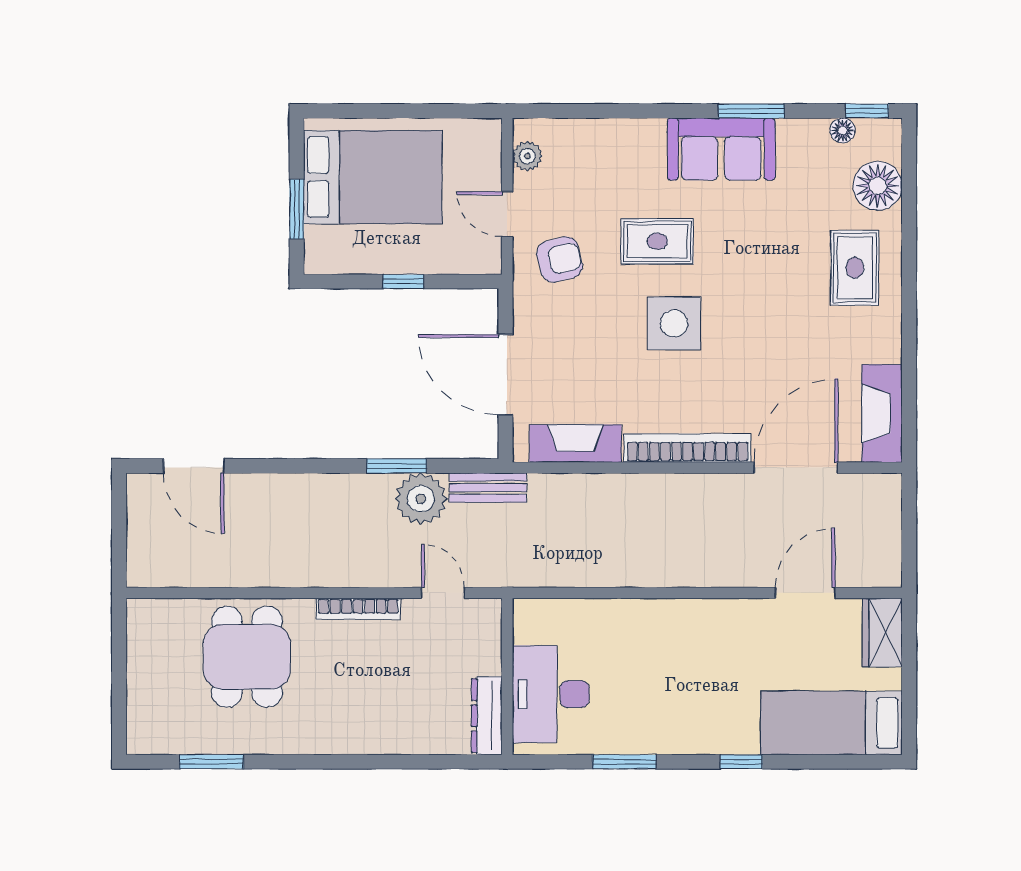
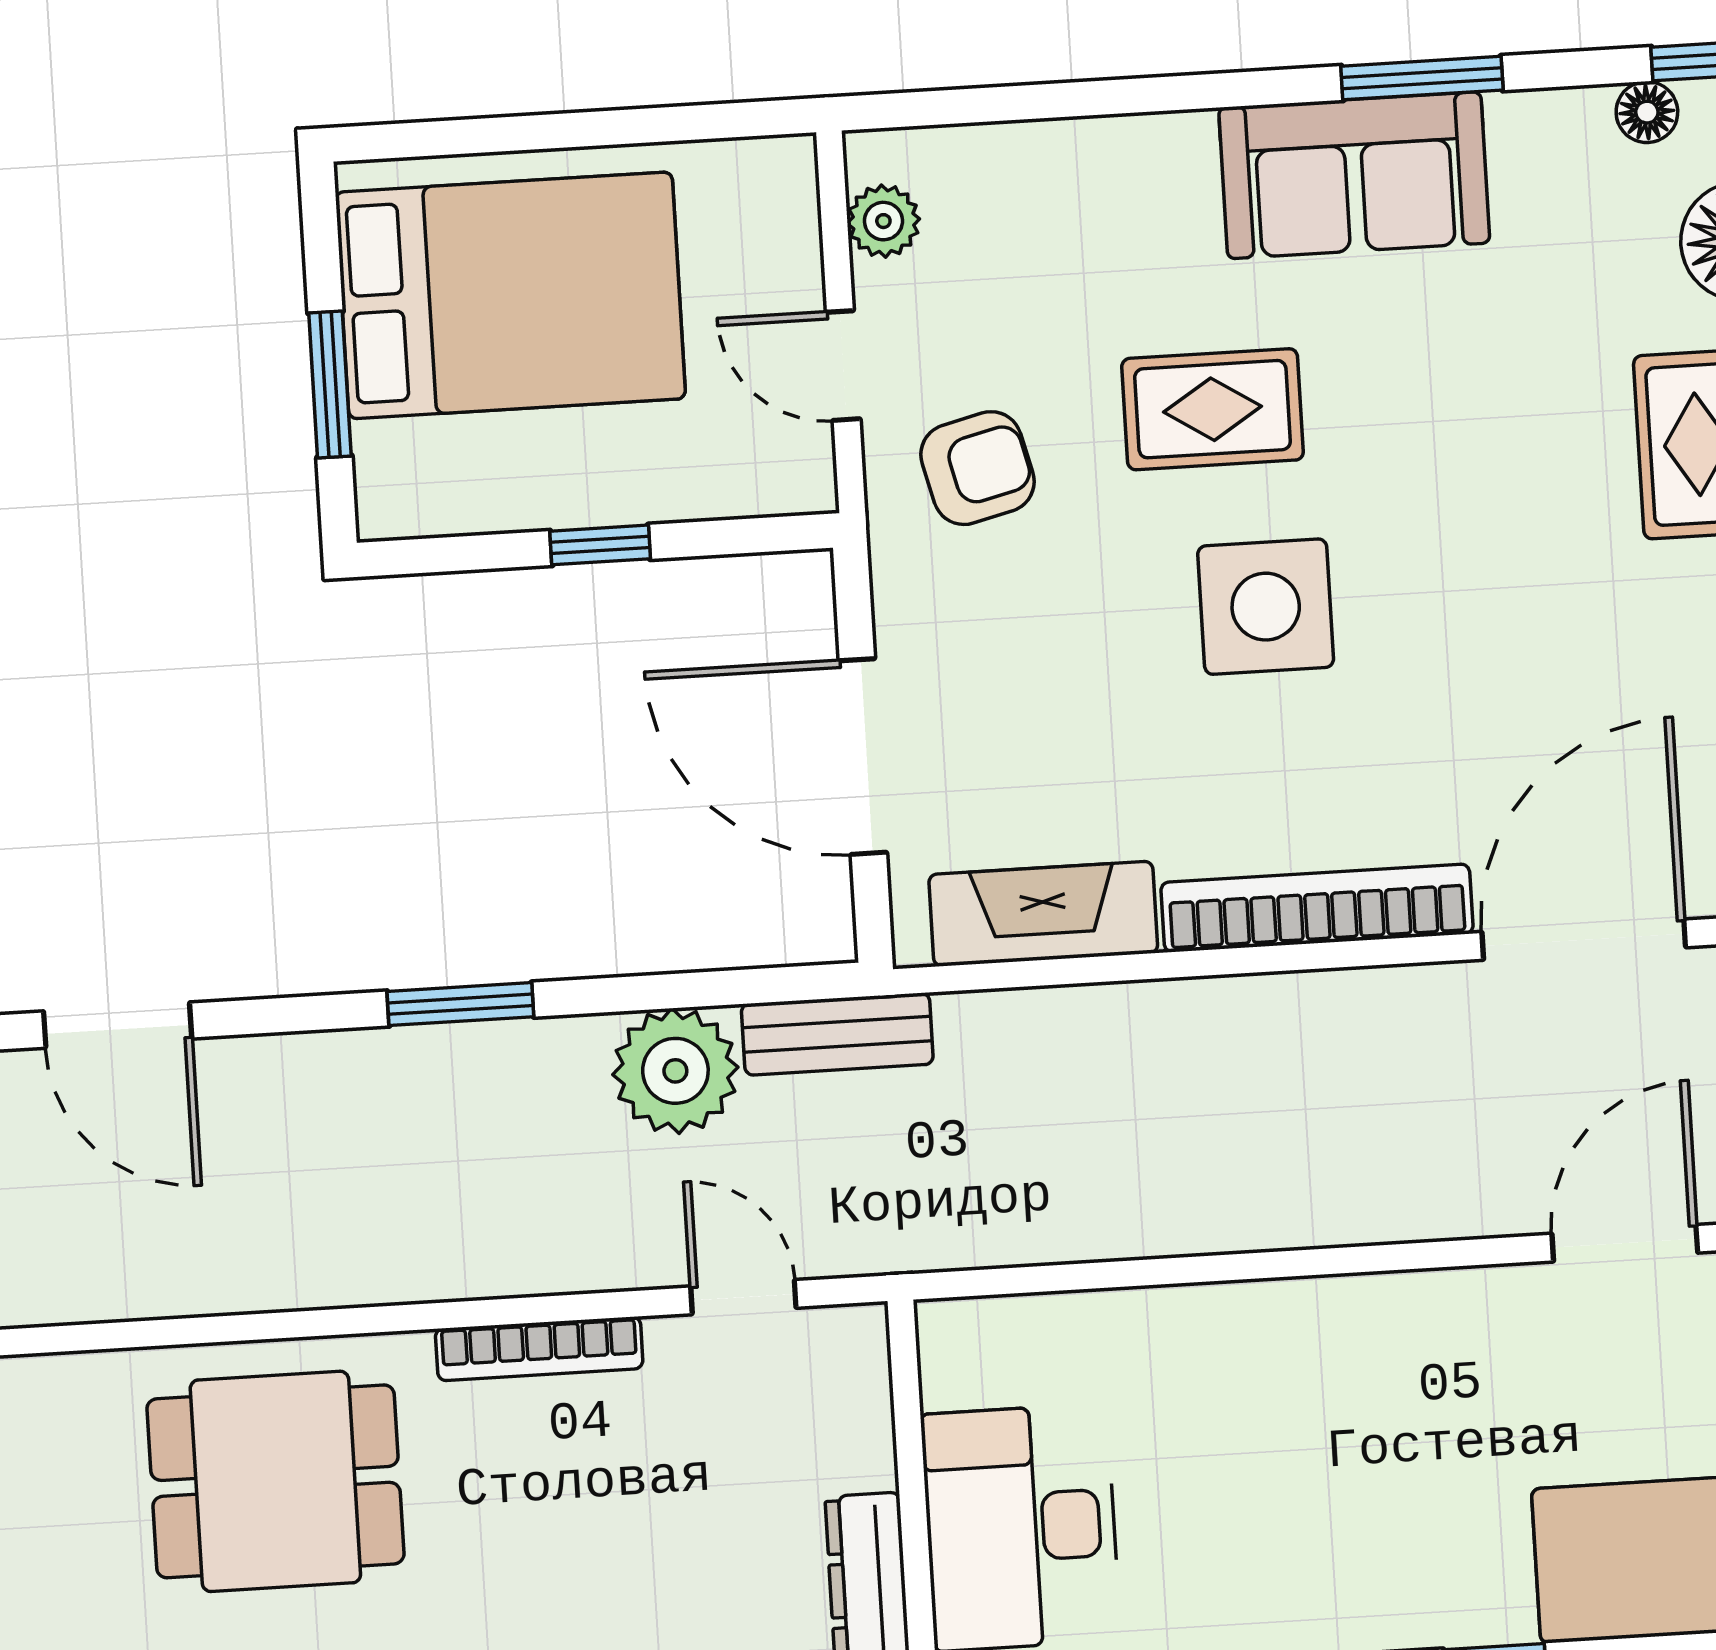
window: (397, 466) -> (460, 1004), moved
dining table: (247, 657) -> (275, 1481), turned 90

